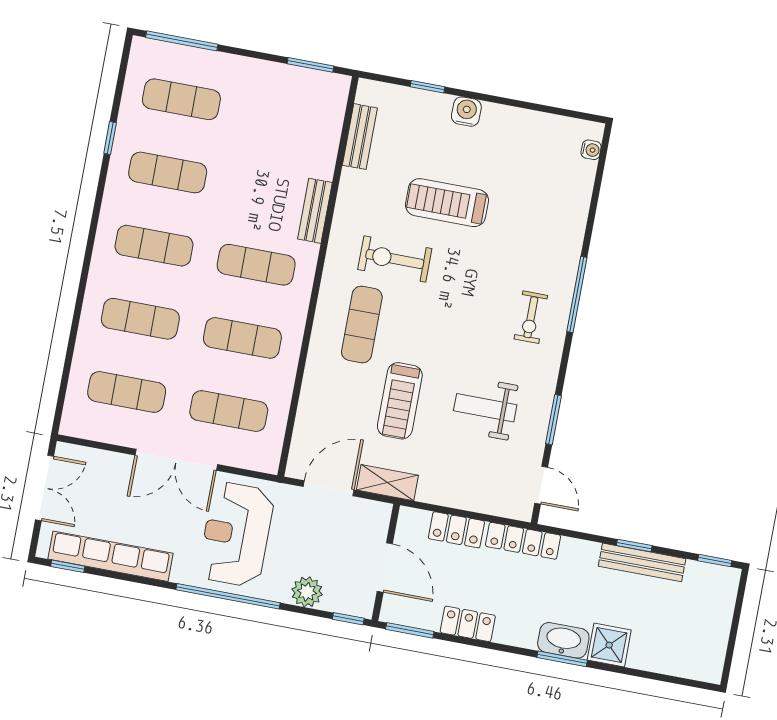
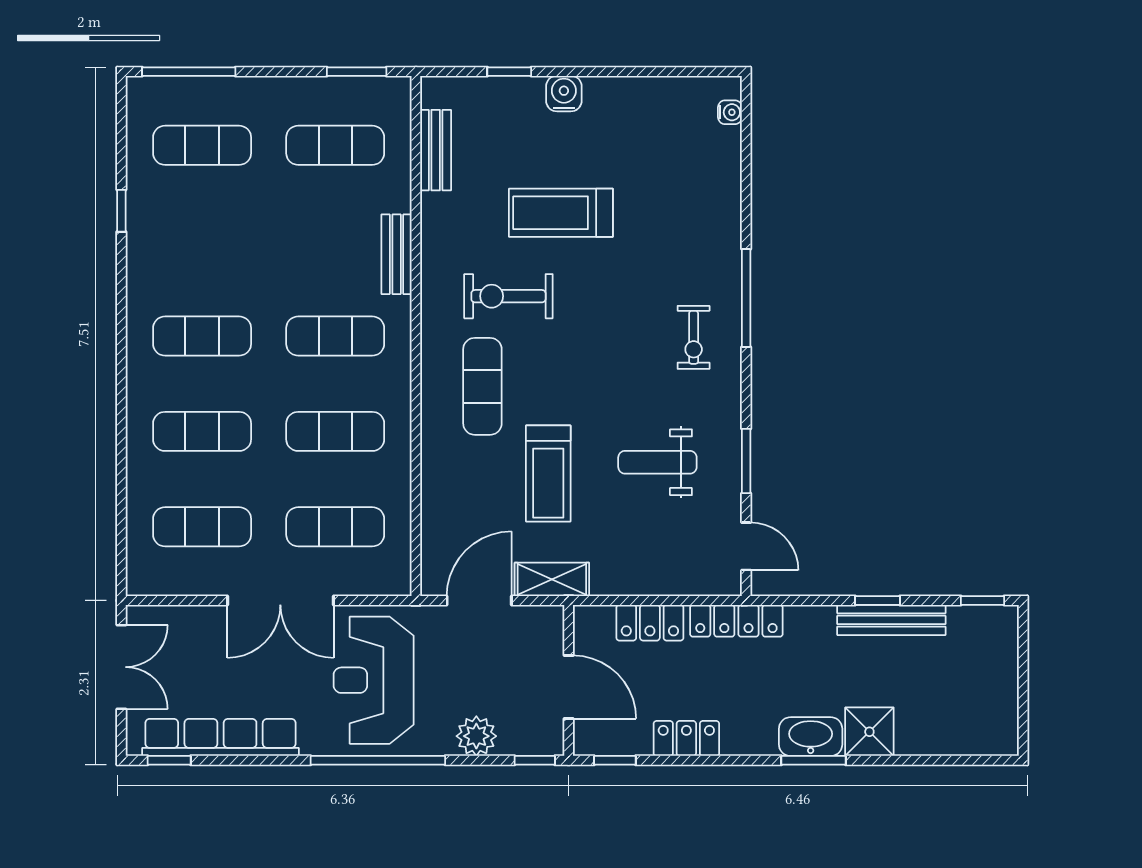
exercise mat: (168, 172) -> (335, 145), moved
window: (410, 630) -> (615, 760), width x0.67

